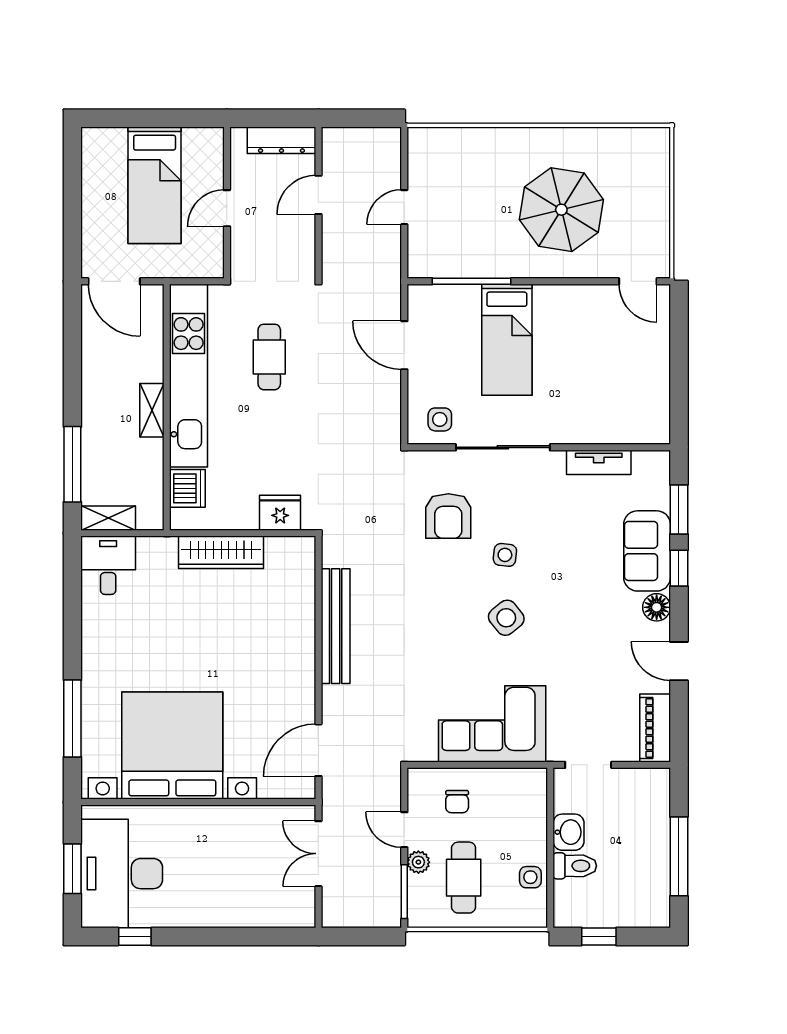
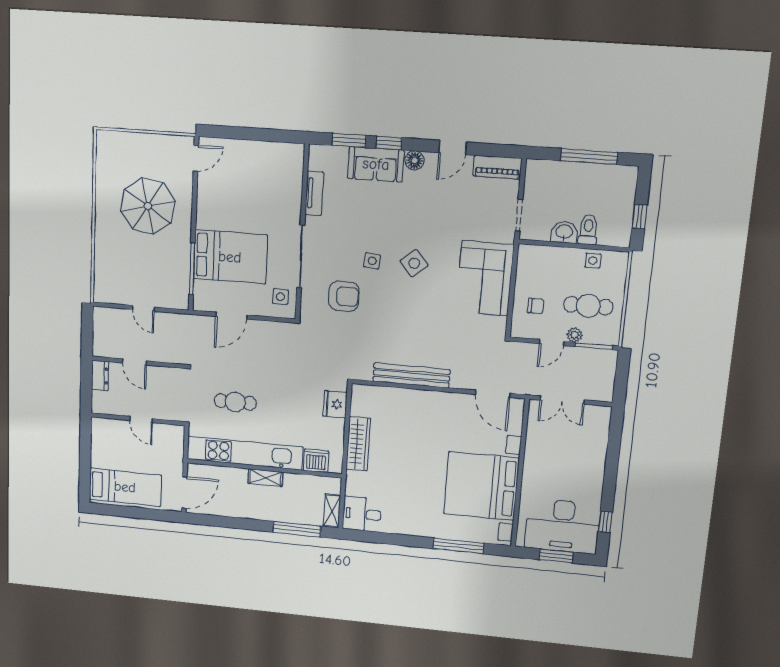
dresser: (281, 140) -> (100, 375), width x0.70
bed: (155, 185) -> (125, 487), moved
bed: (507, 340) -> (230, 257), width x1.50

